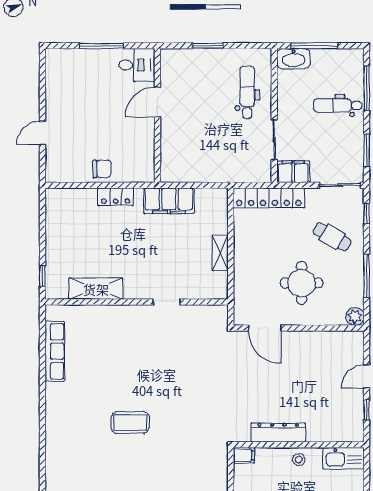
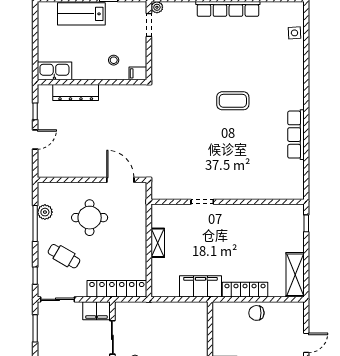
locker: (116, 197) -> (245, 290), width x1.53
shelving: (96, 289) -> (295, 275), moved, turned 90
plant: (355, 316) -> (45, 212), moved
row of seats: (55, 351) -> (296, 135), moved
dresser: (278, 433) -> (76, 92), moved
stool: (299, 460) -> (114, 60), moved

